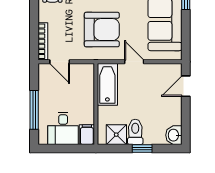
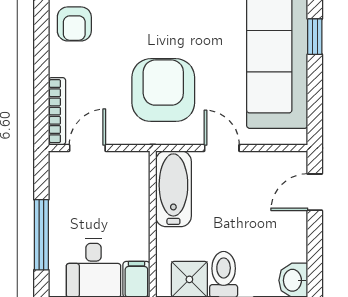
armchair: (102, 30) -> (163, 90), turned -90
door: (60, 62) -> (87, 148), swing flipped

